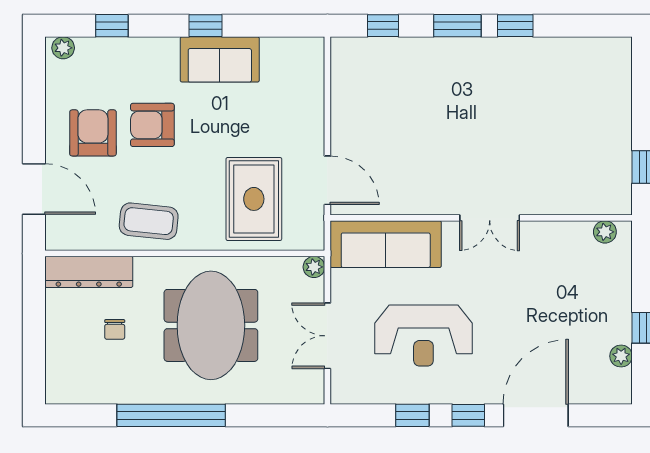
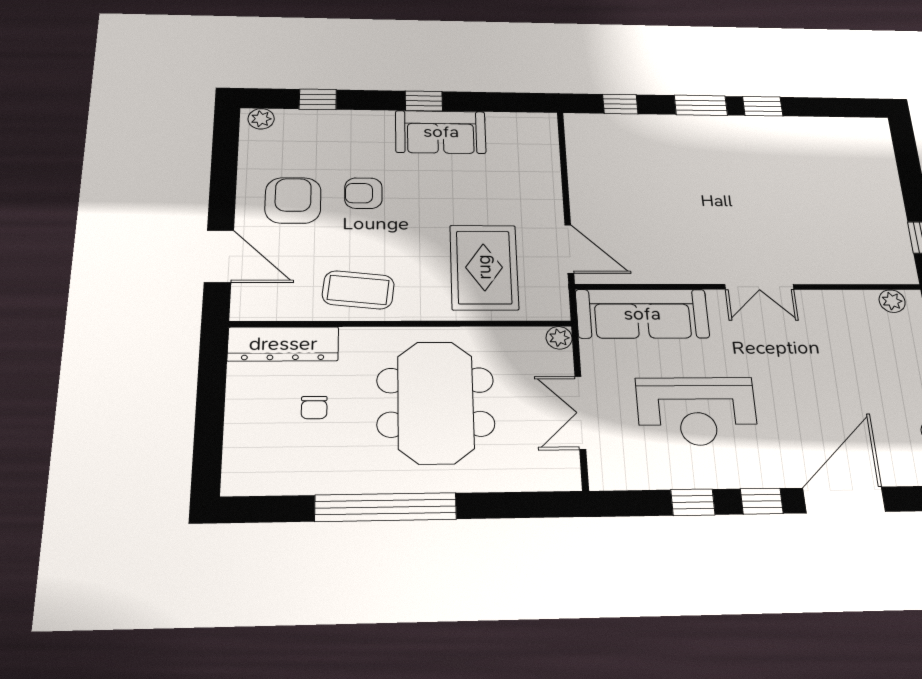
armchair: (152, 125) -> (363, 193), width x0.72, depth x0.72

